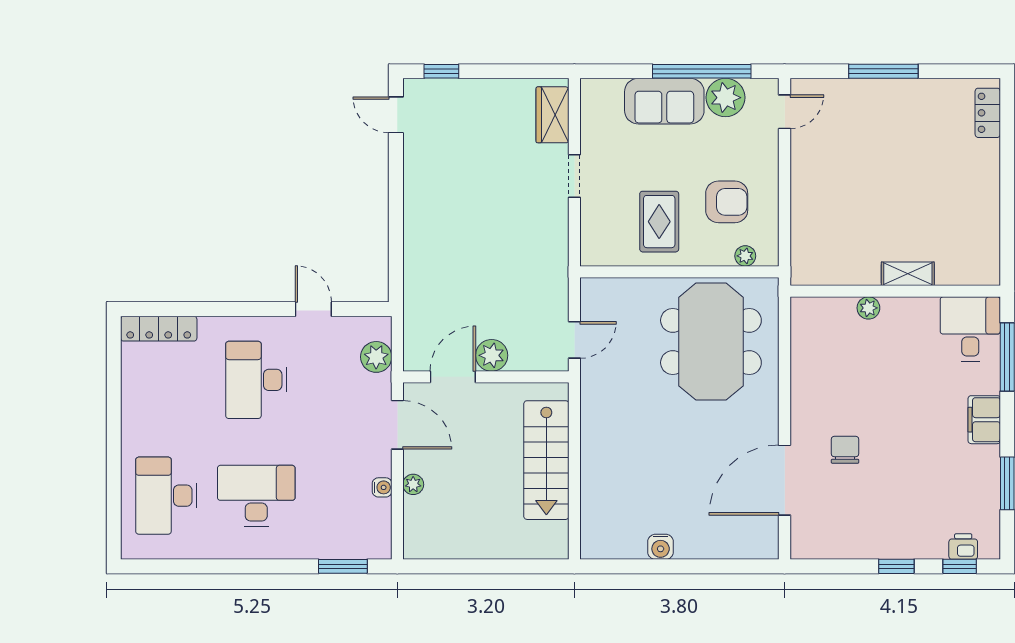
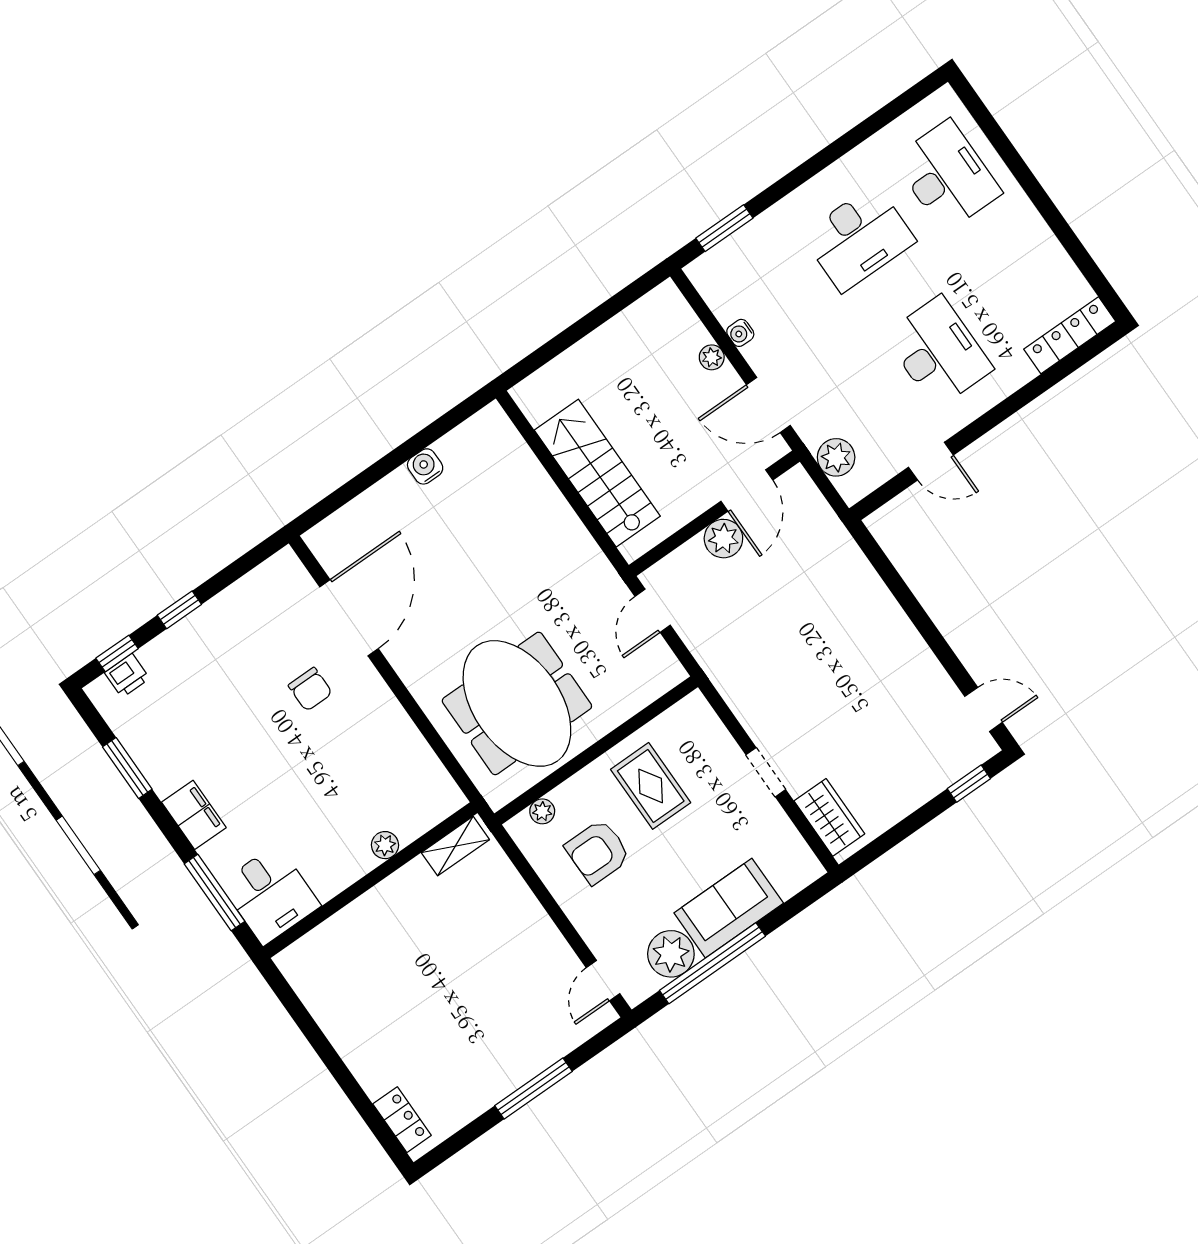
shelving: (908, 274) -> (455, 846), moved

